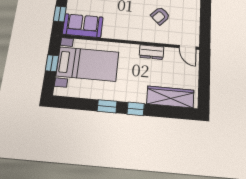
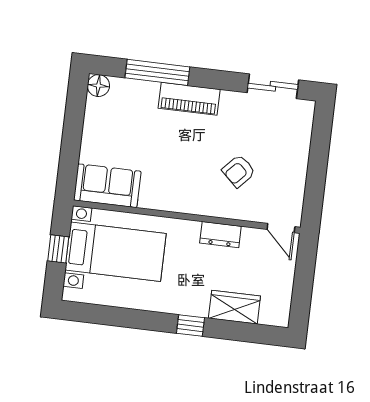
window: (60, 14) -> (69, 164), removed
wardrobe: (170, 97) -> (234, 307), width x0.67
window: (107, 106) -> (146, 320), removed

